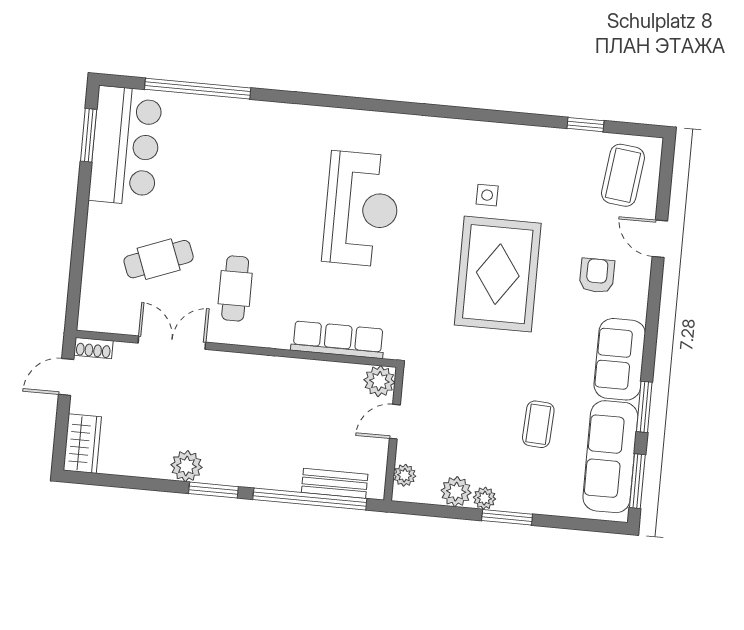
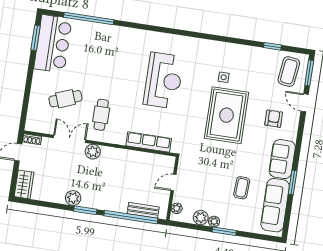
plant: (379, 381) -> (93, 152), moved
window: (637, 481) -> (309, 73), moved

